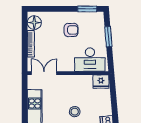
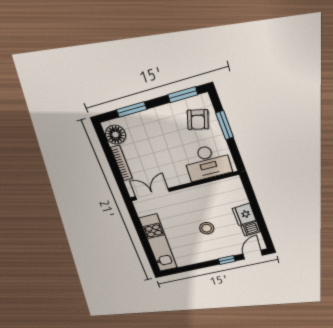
window: (51, 9) -> (132, 109), added
armchair: (71, 30) -> (198, 120), moved, turned 104
fridge: (101, 82) -> (244, 214), moved, turned 85

